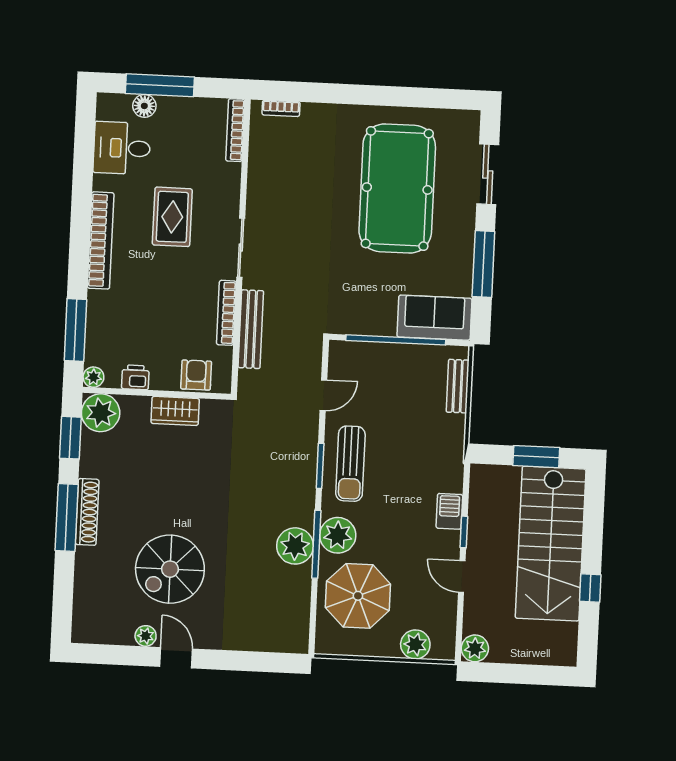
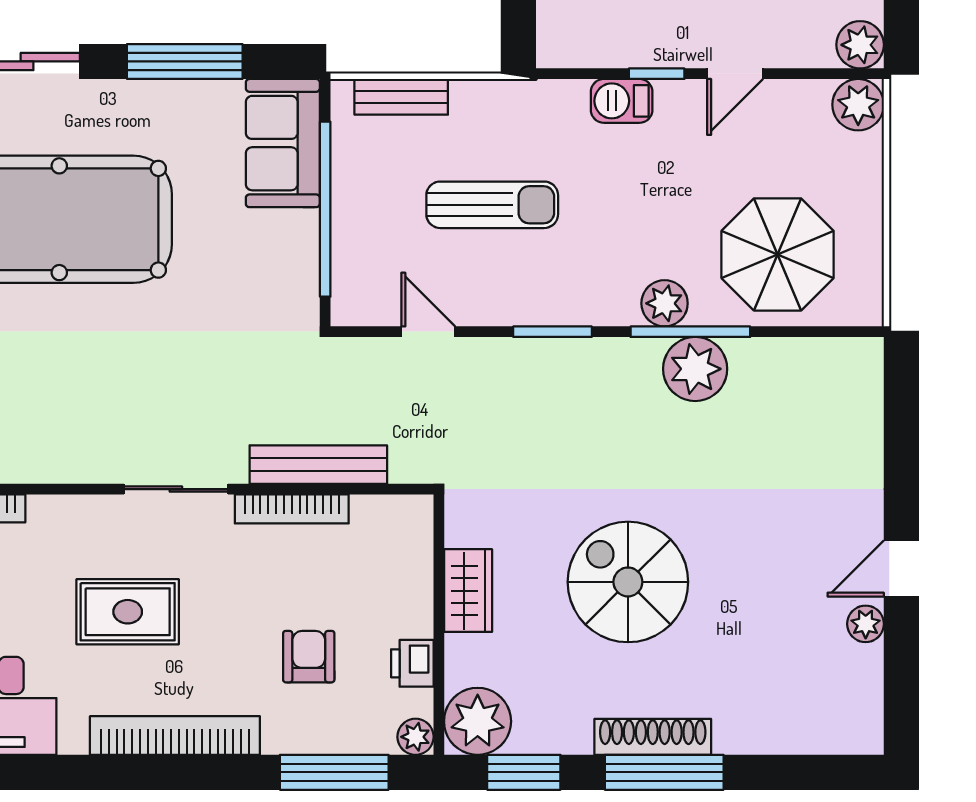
armchair: (196, 375) -> (309, 657), moved, turned 90
sun lounger: (350, 464) -> (492, 205), moved
plant: (338, 535) -> (665, 303), width x0.73, depth x0.73
spiral stairs: (170, 569) -> (628, 582), moved, turned 180
plant: (415, 644) -> (858, 105), moved

